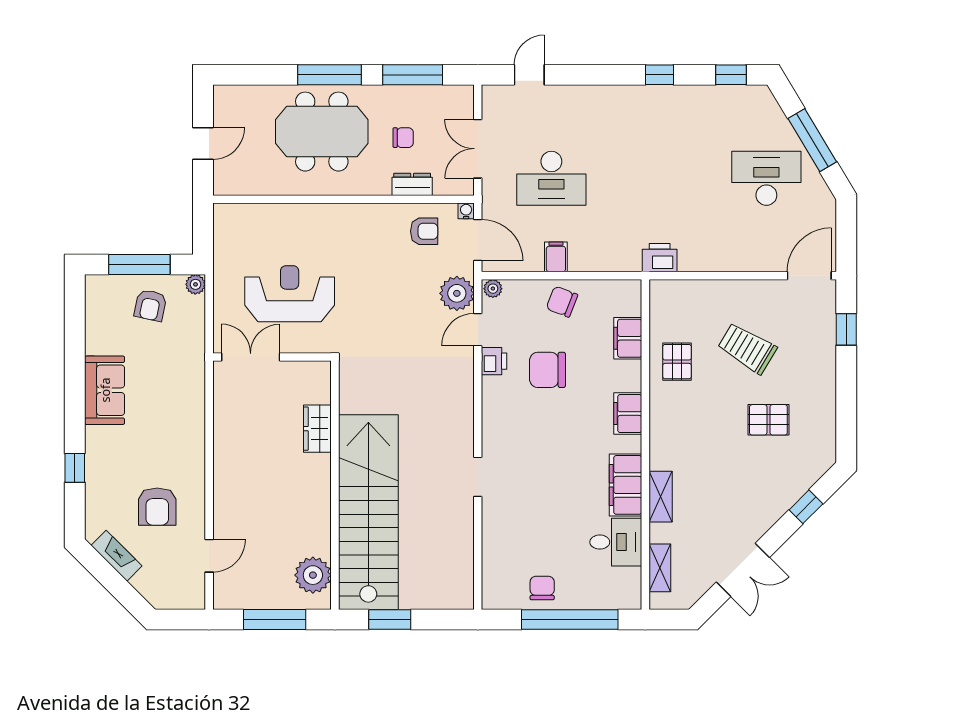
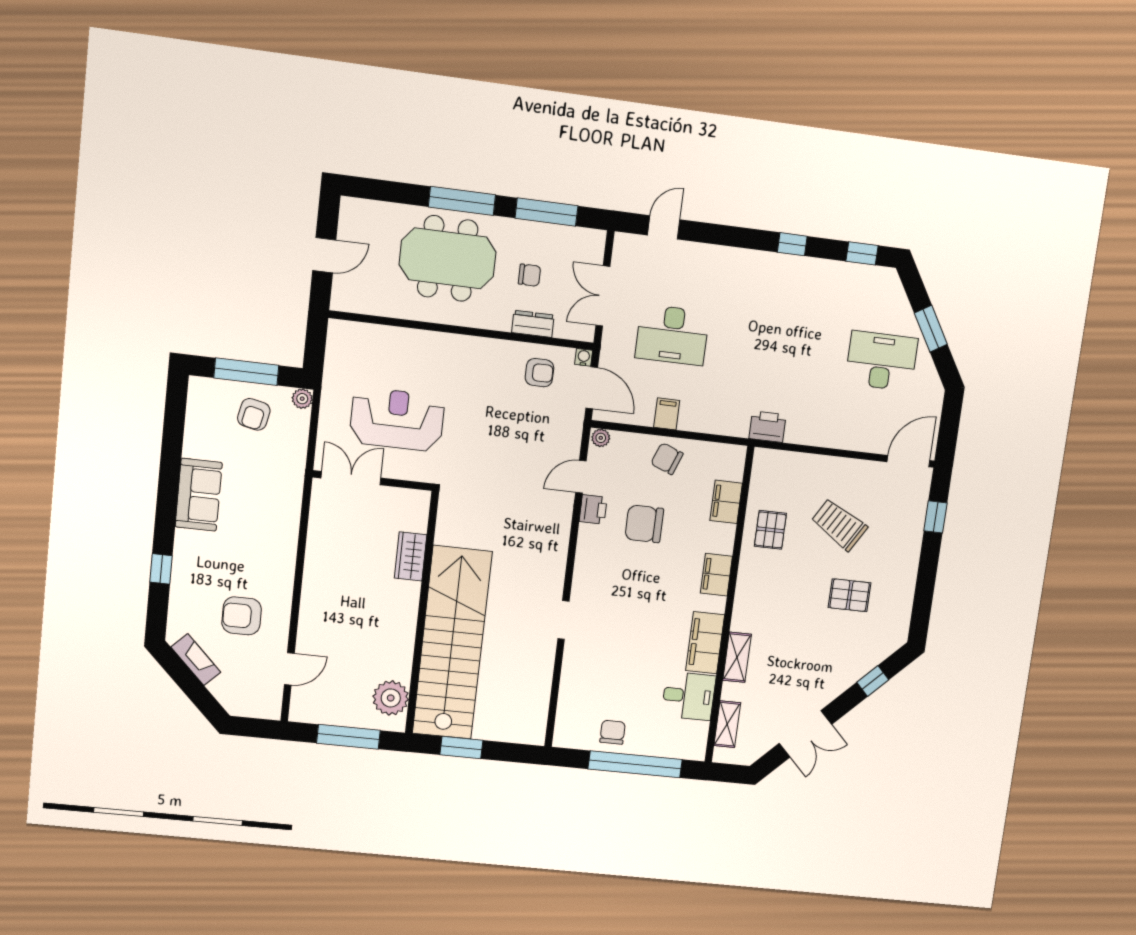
window: (812, 140) -> (931, 329), width x0.69
plant: (457, 293) -> (565, 438), removed
armchair: (157, 507) -> (242, 616), turned 90

